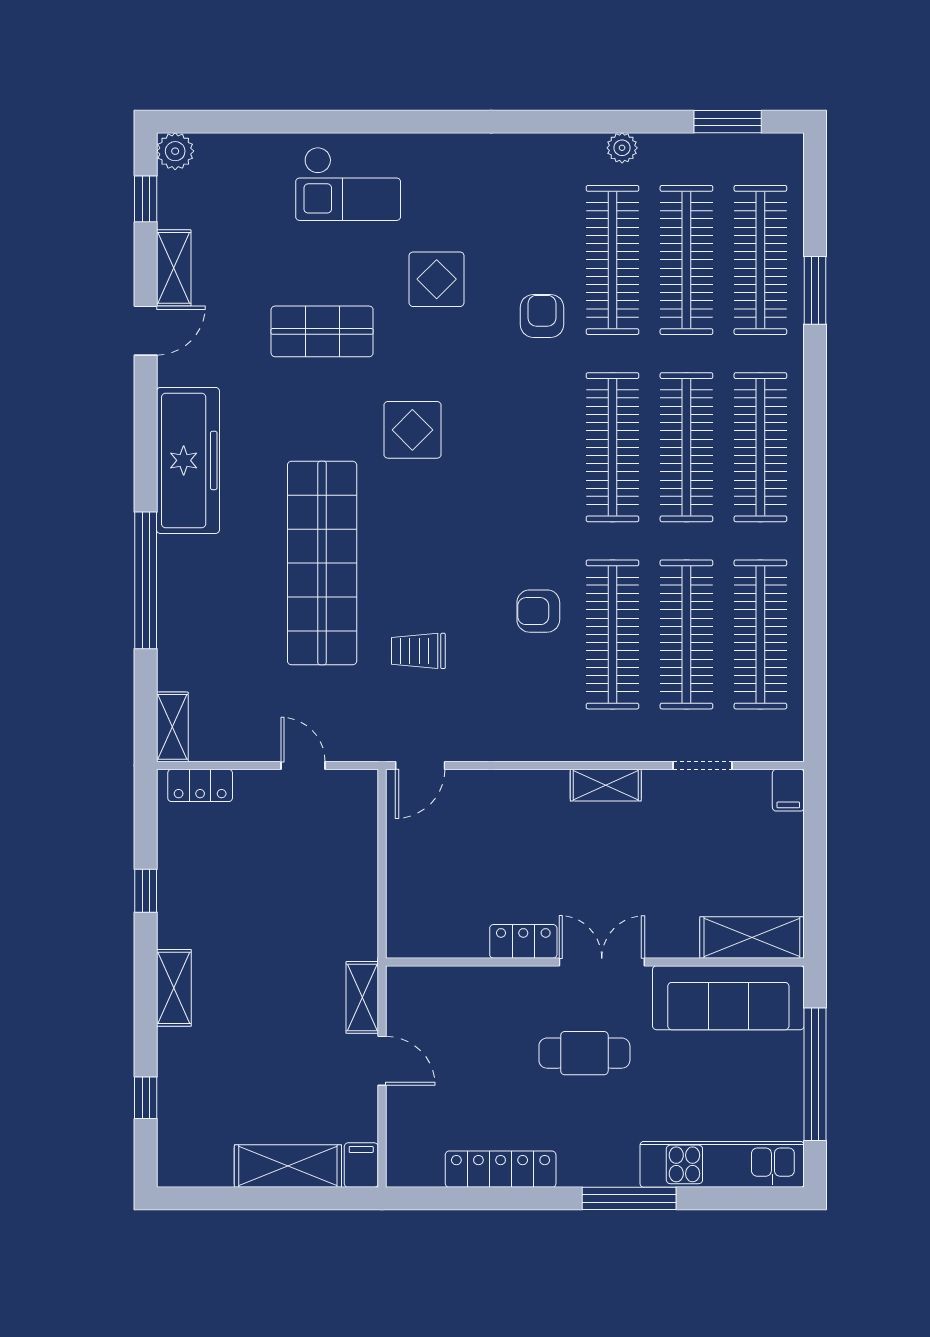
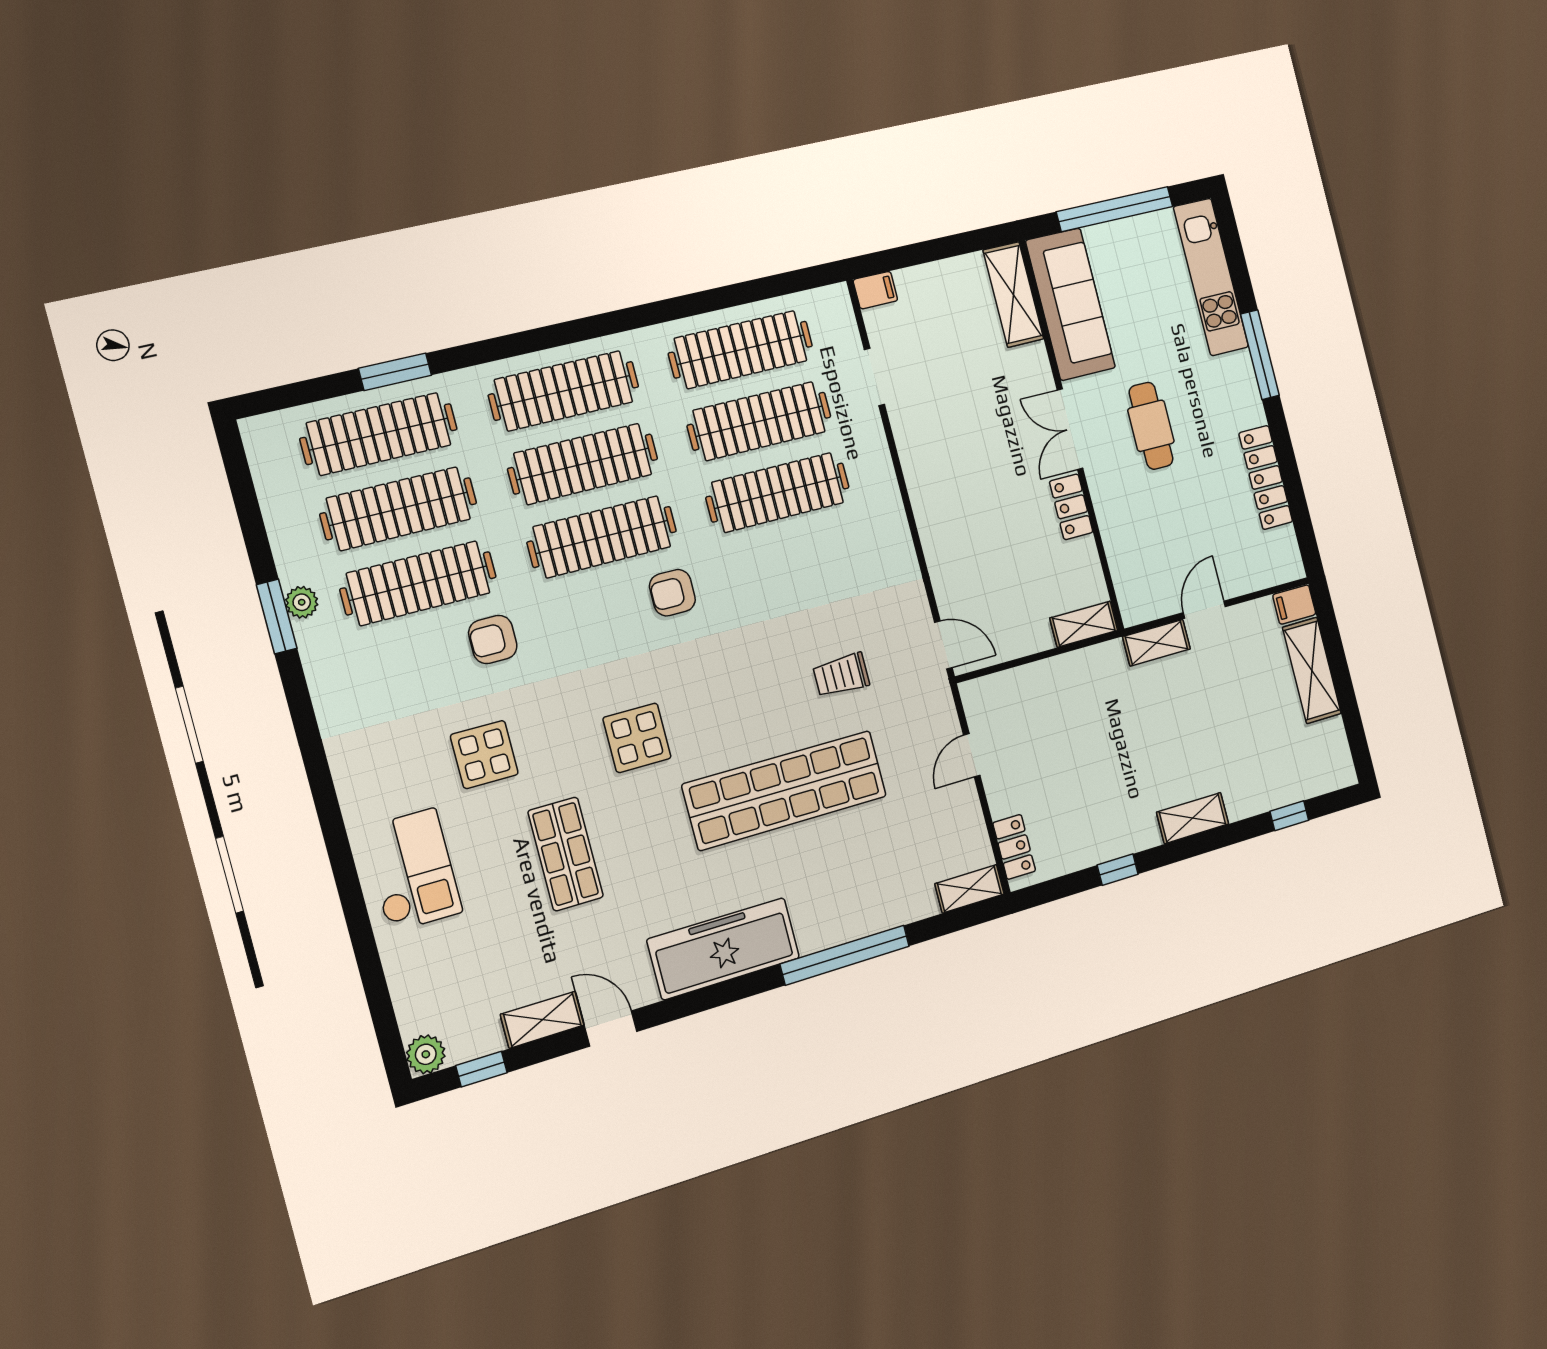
window: (728, 122) -> (277, 617), moved
armchair: (538, 611) -> (672, 593), moved, turned 90
trolley: (418, 651) -> (841, 675), turned 90
shelving: (606, 785) -> (1084, 624), moved, turned 90

